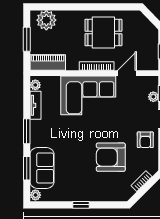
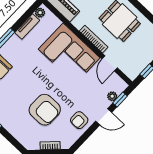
door: (127, 73) -> (110, 63), swing flipped
armchair: (111, 157) -> (45, 110), turned 180

